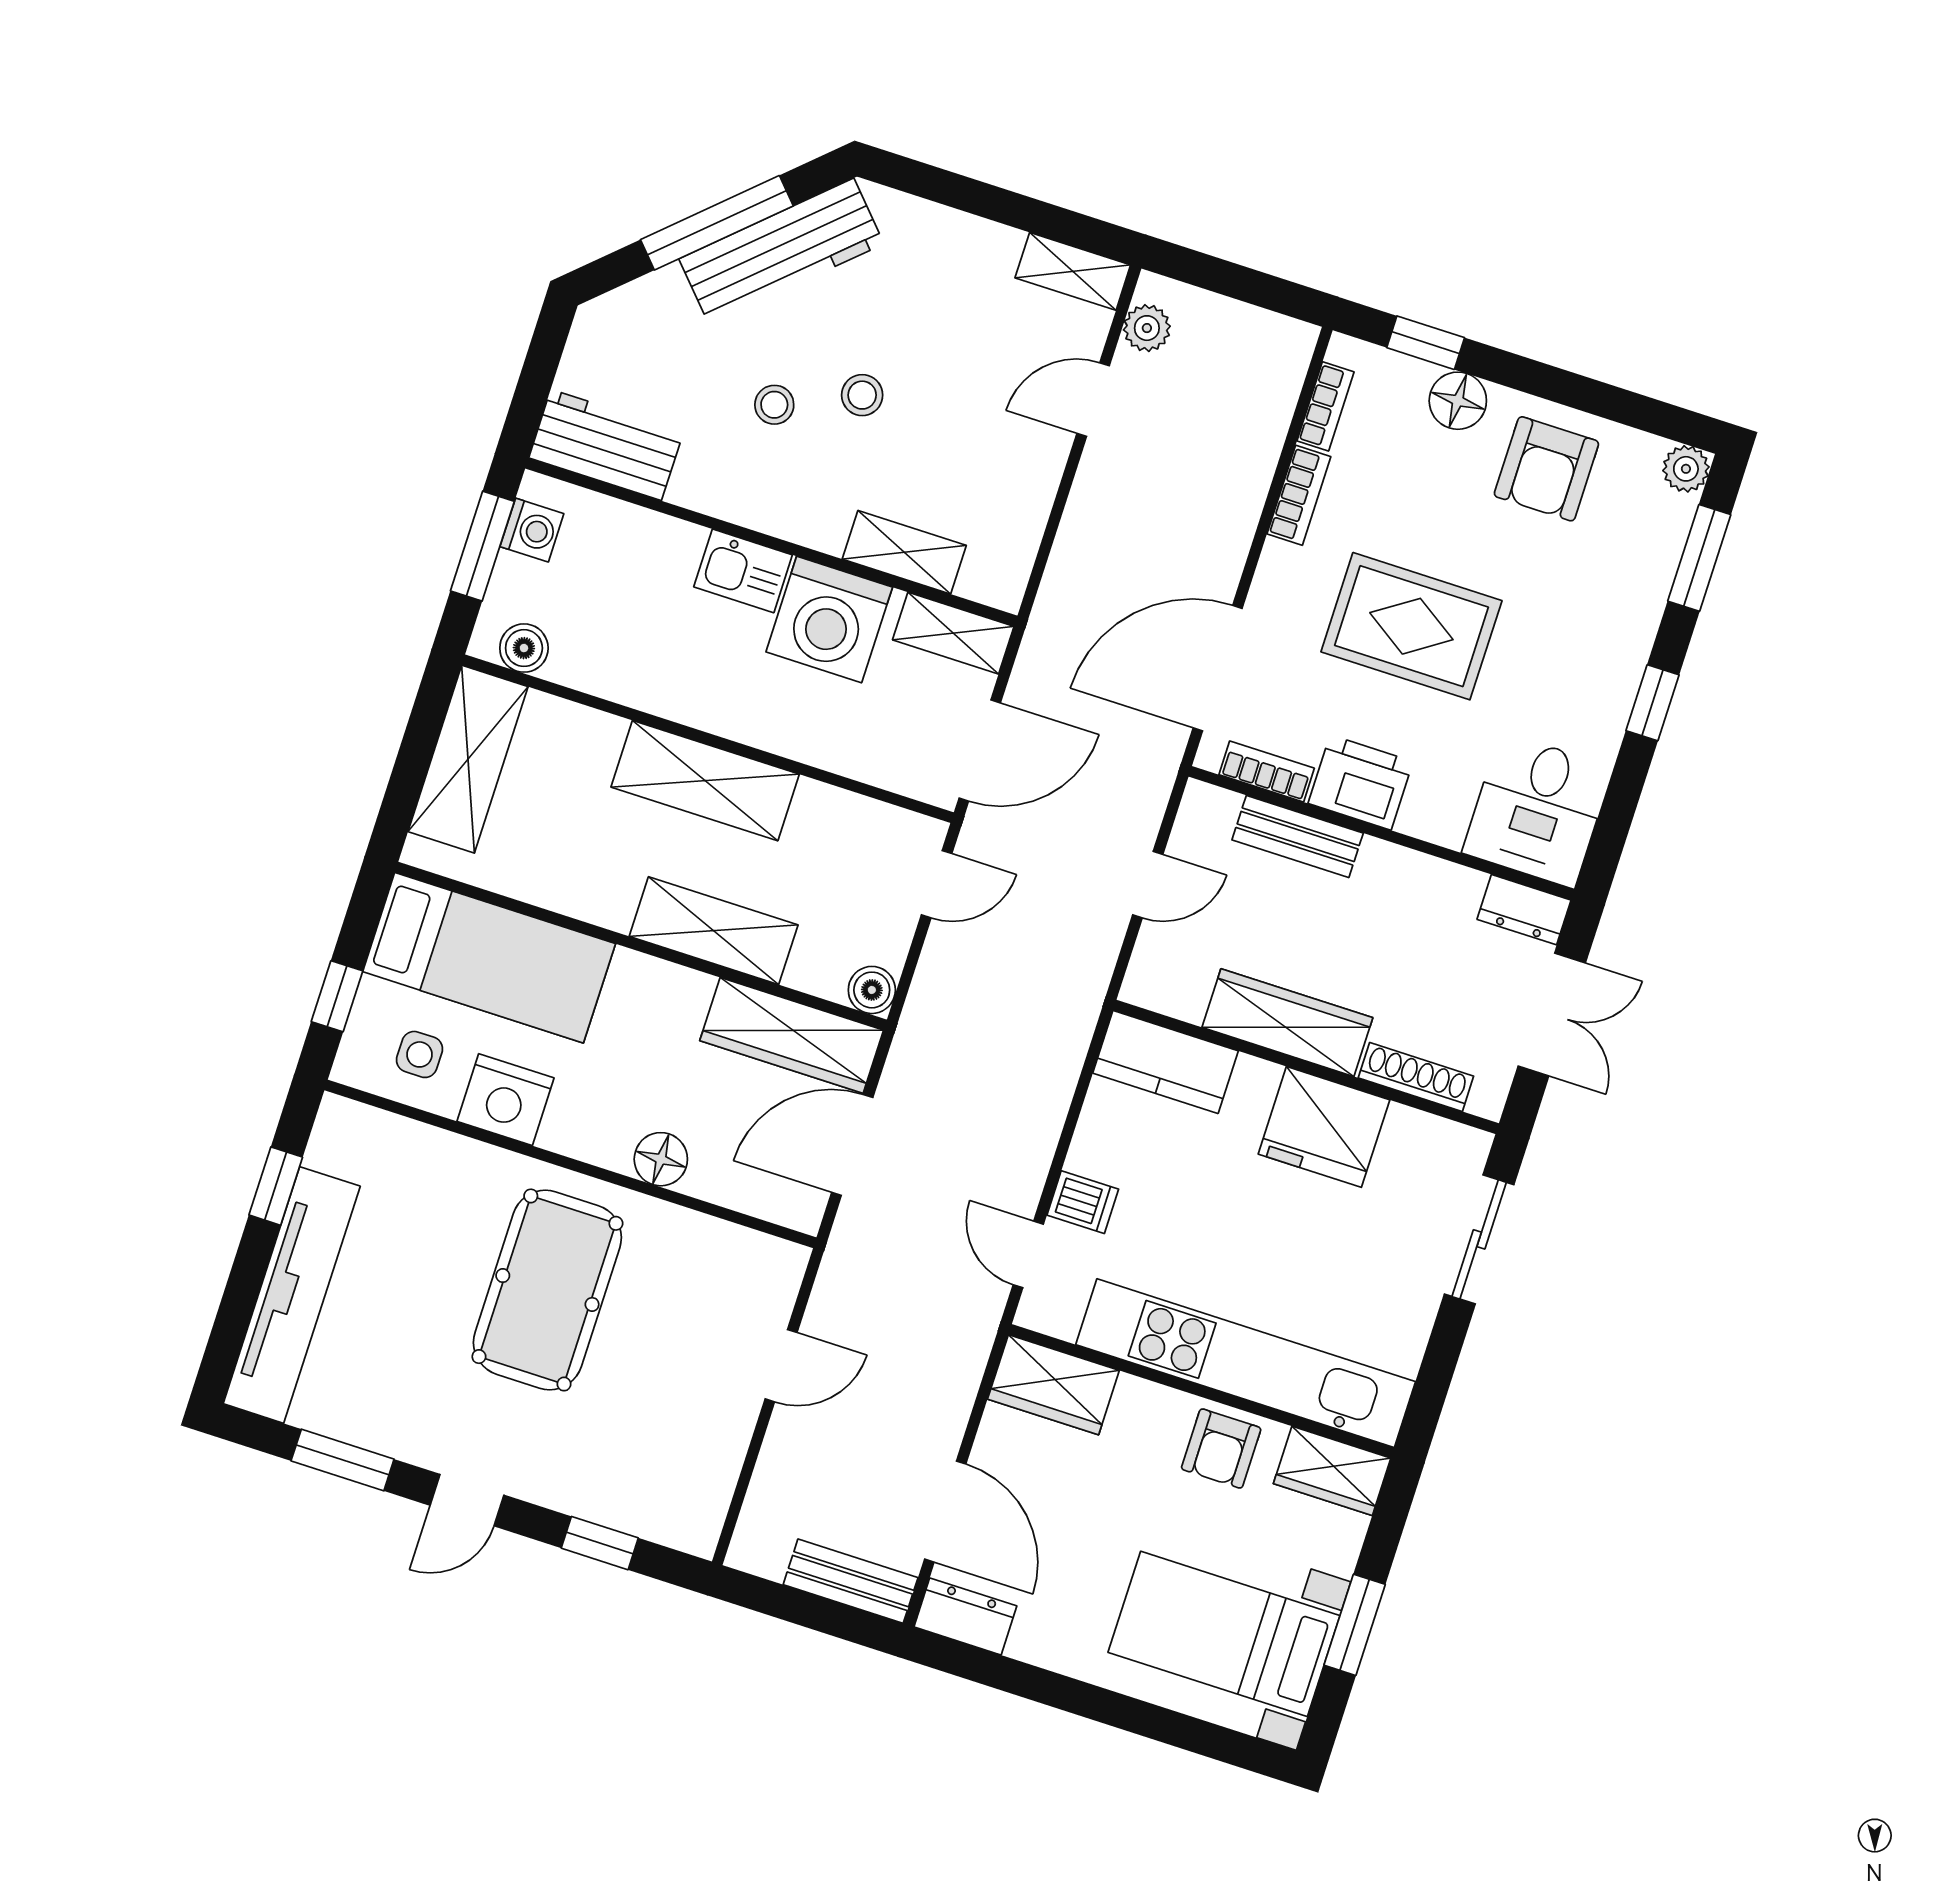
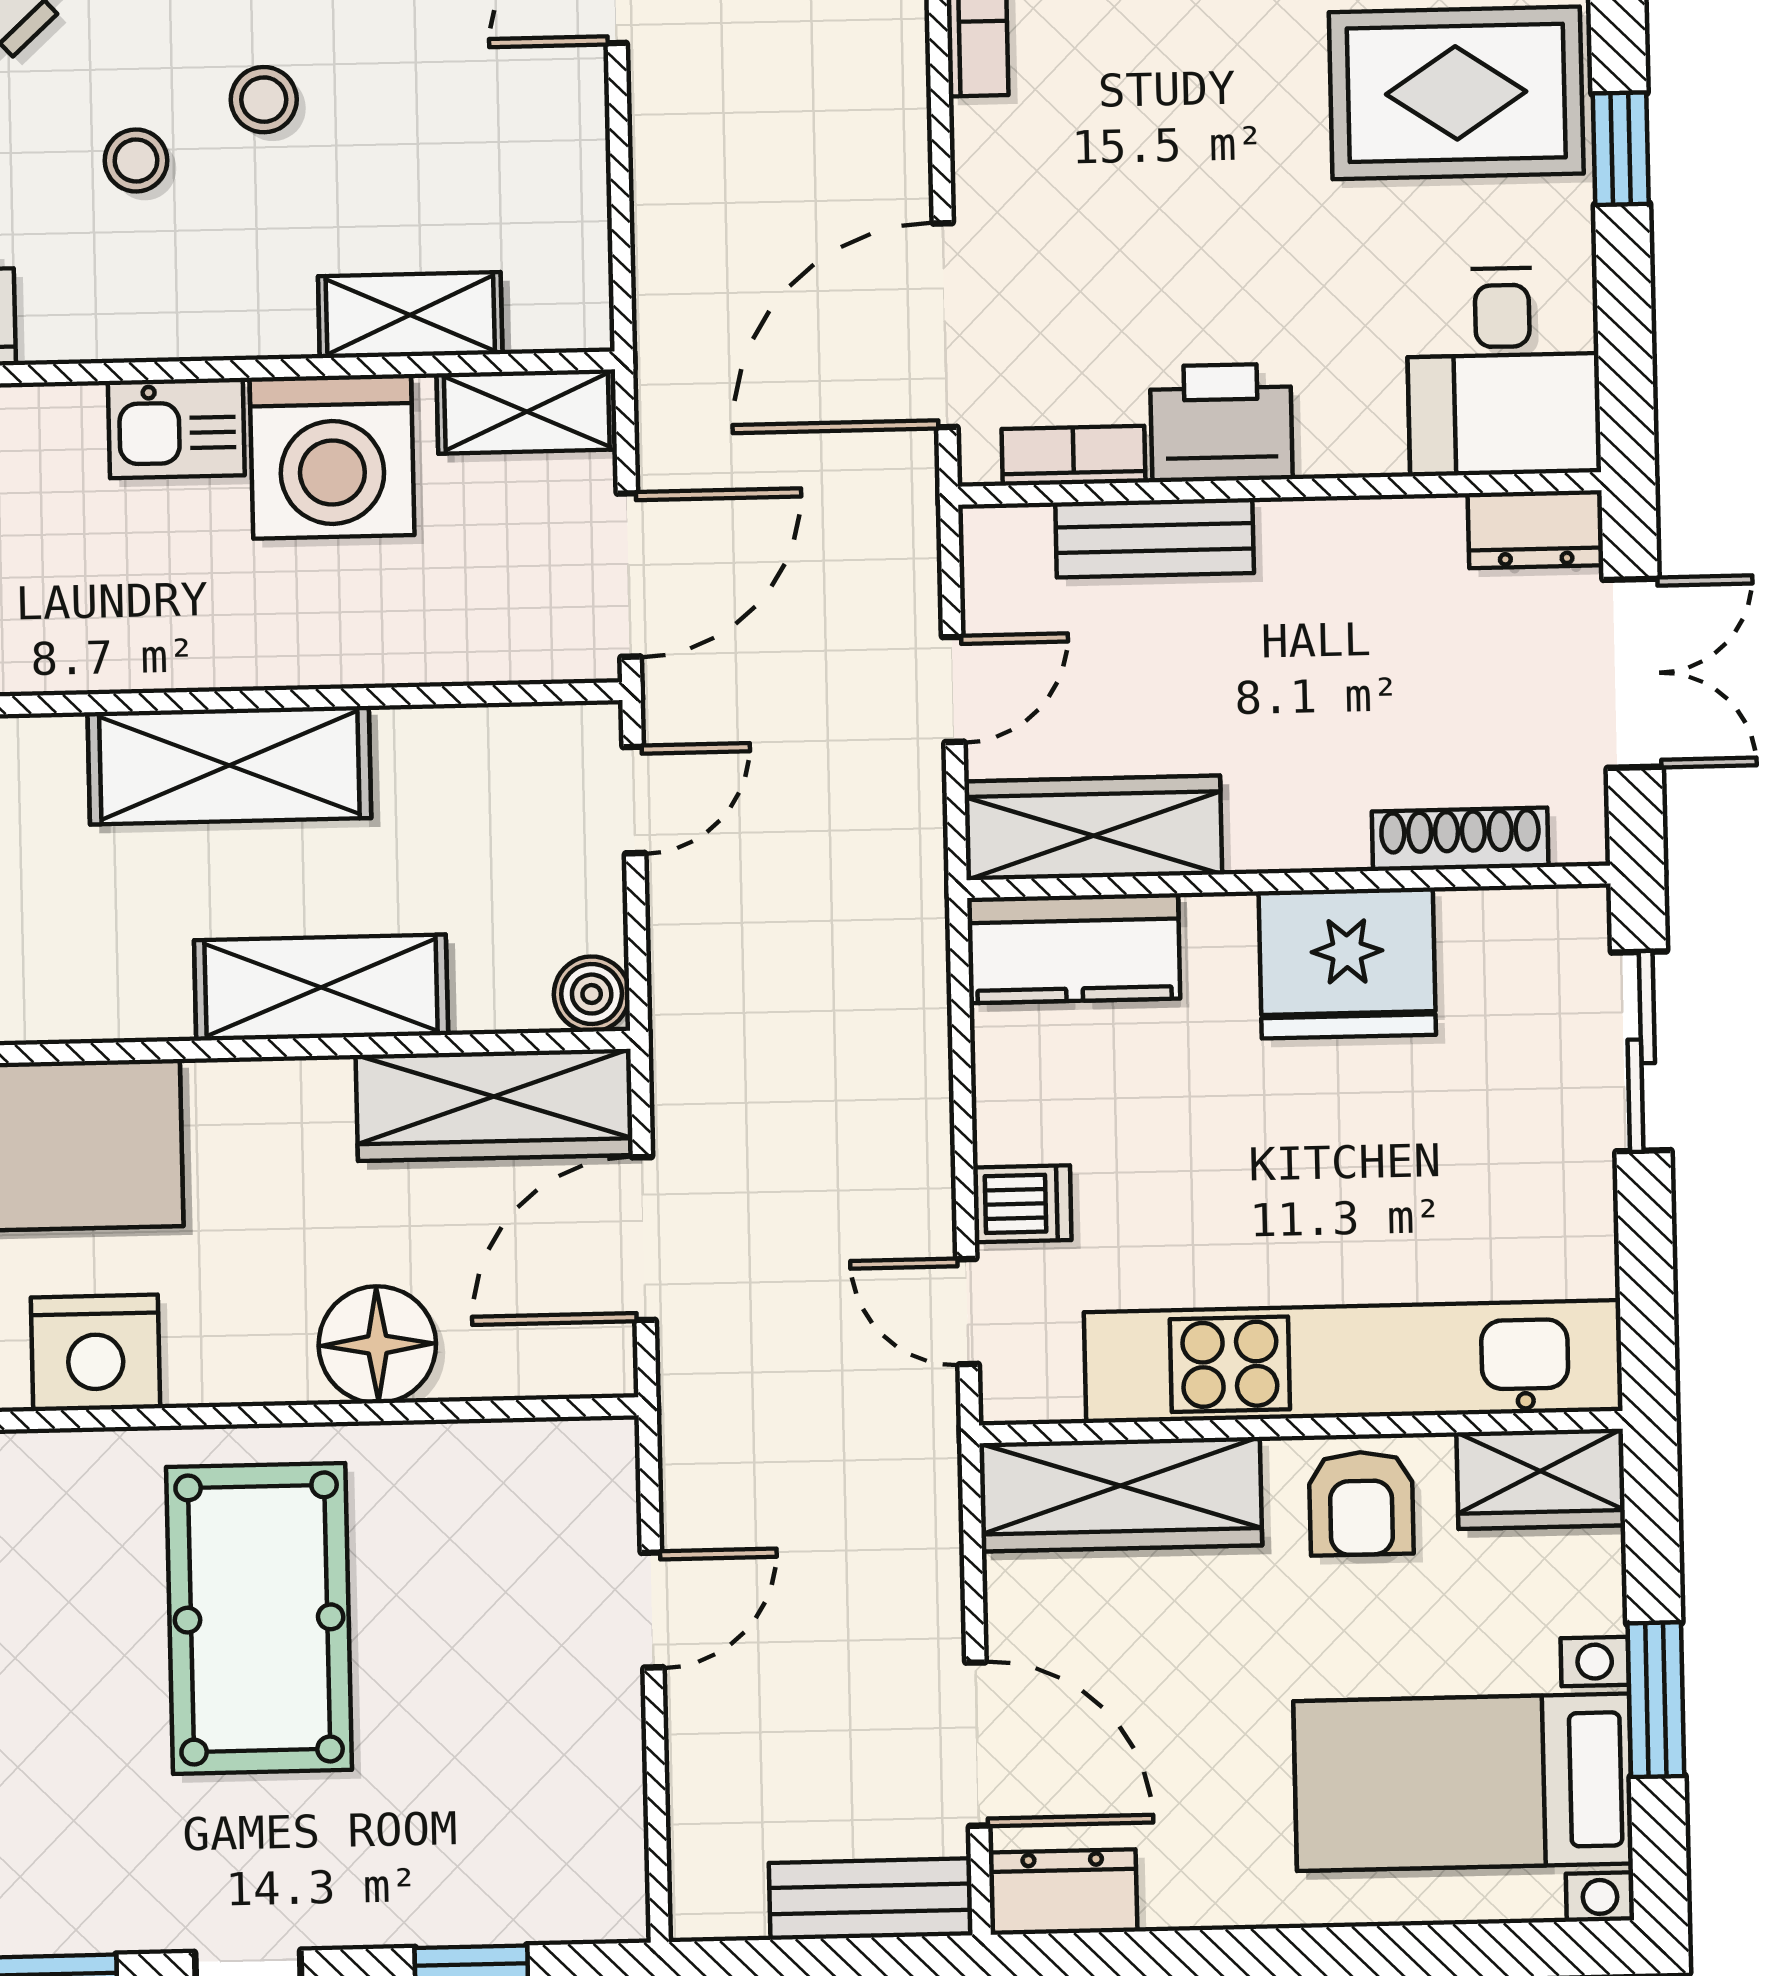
rug: (1411, 626) -> (1456, 93), moved
wardrobe: (1287, 1023) -> (1093, 828), moved
floor lamp: (661, 1159) -> (377, 1345), width x1.38, depth x1.38
wardrobe: (1053, 1385) -> (1121, 1494), width x1.50

